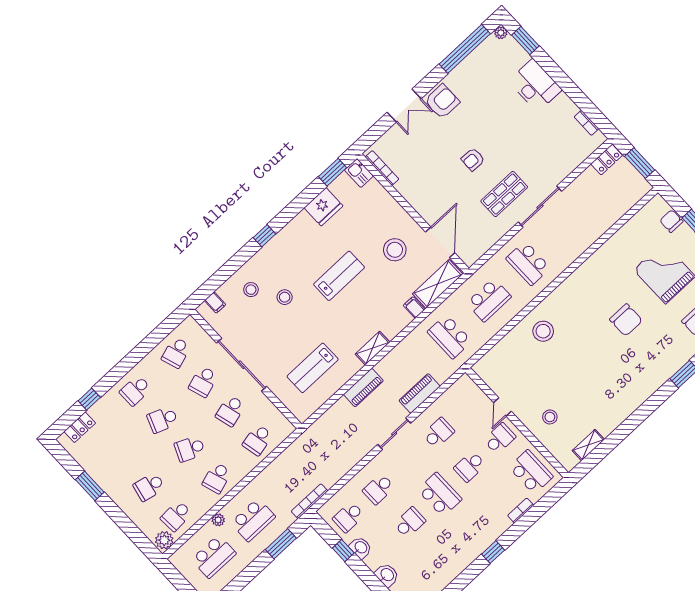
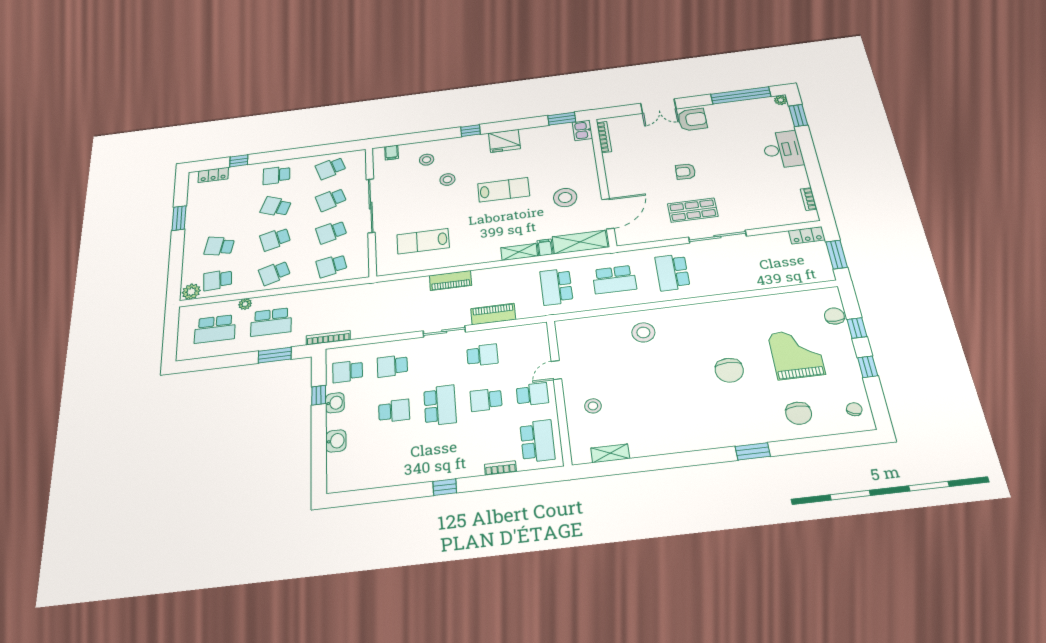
fridge: (323, 207) -> (504, 141), moved
shelving: (373, 348) -> (519, 252), moved
school desk: (190, 449) -> (275, 239), turned -39

